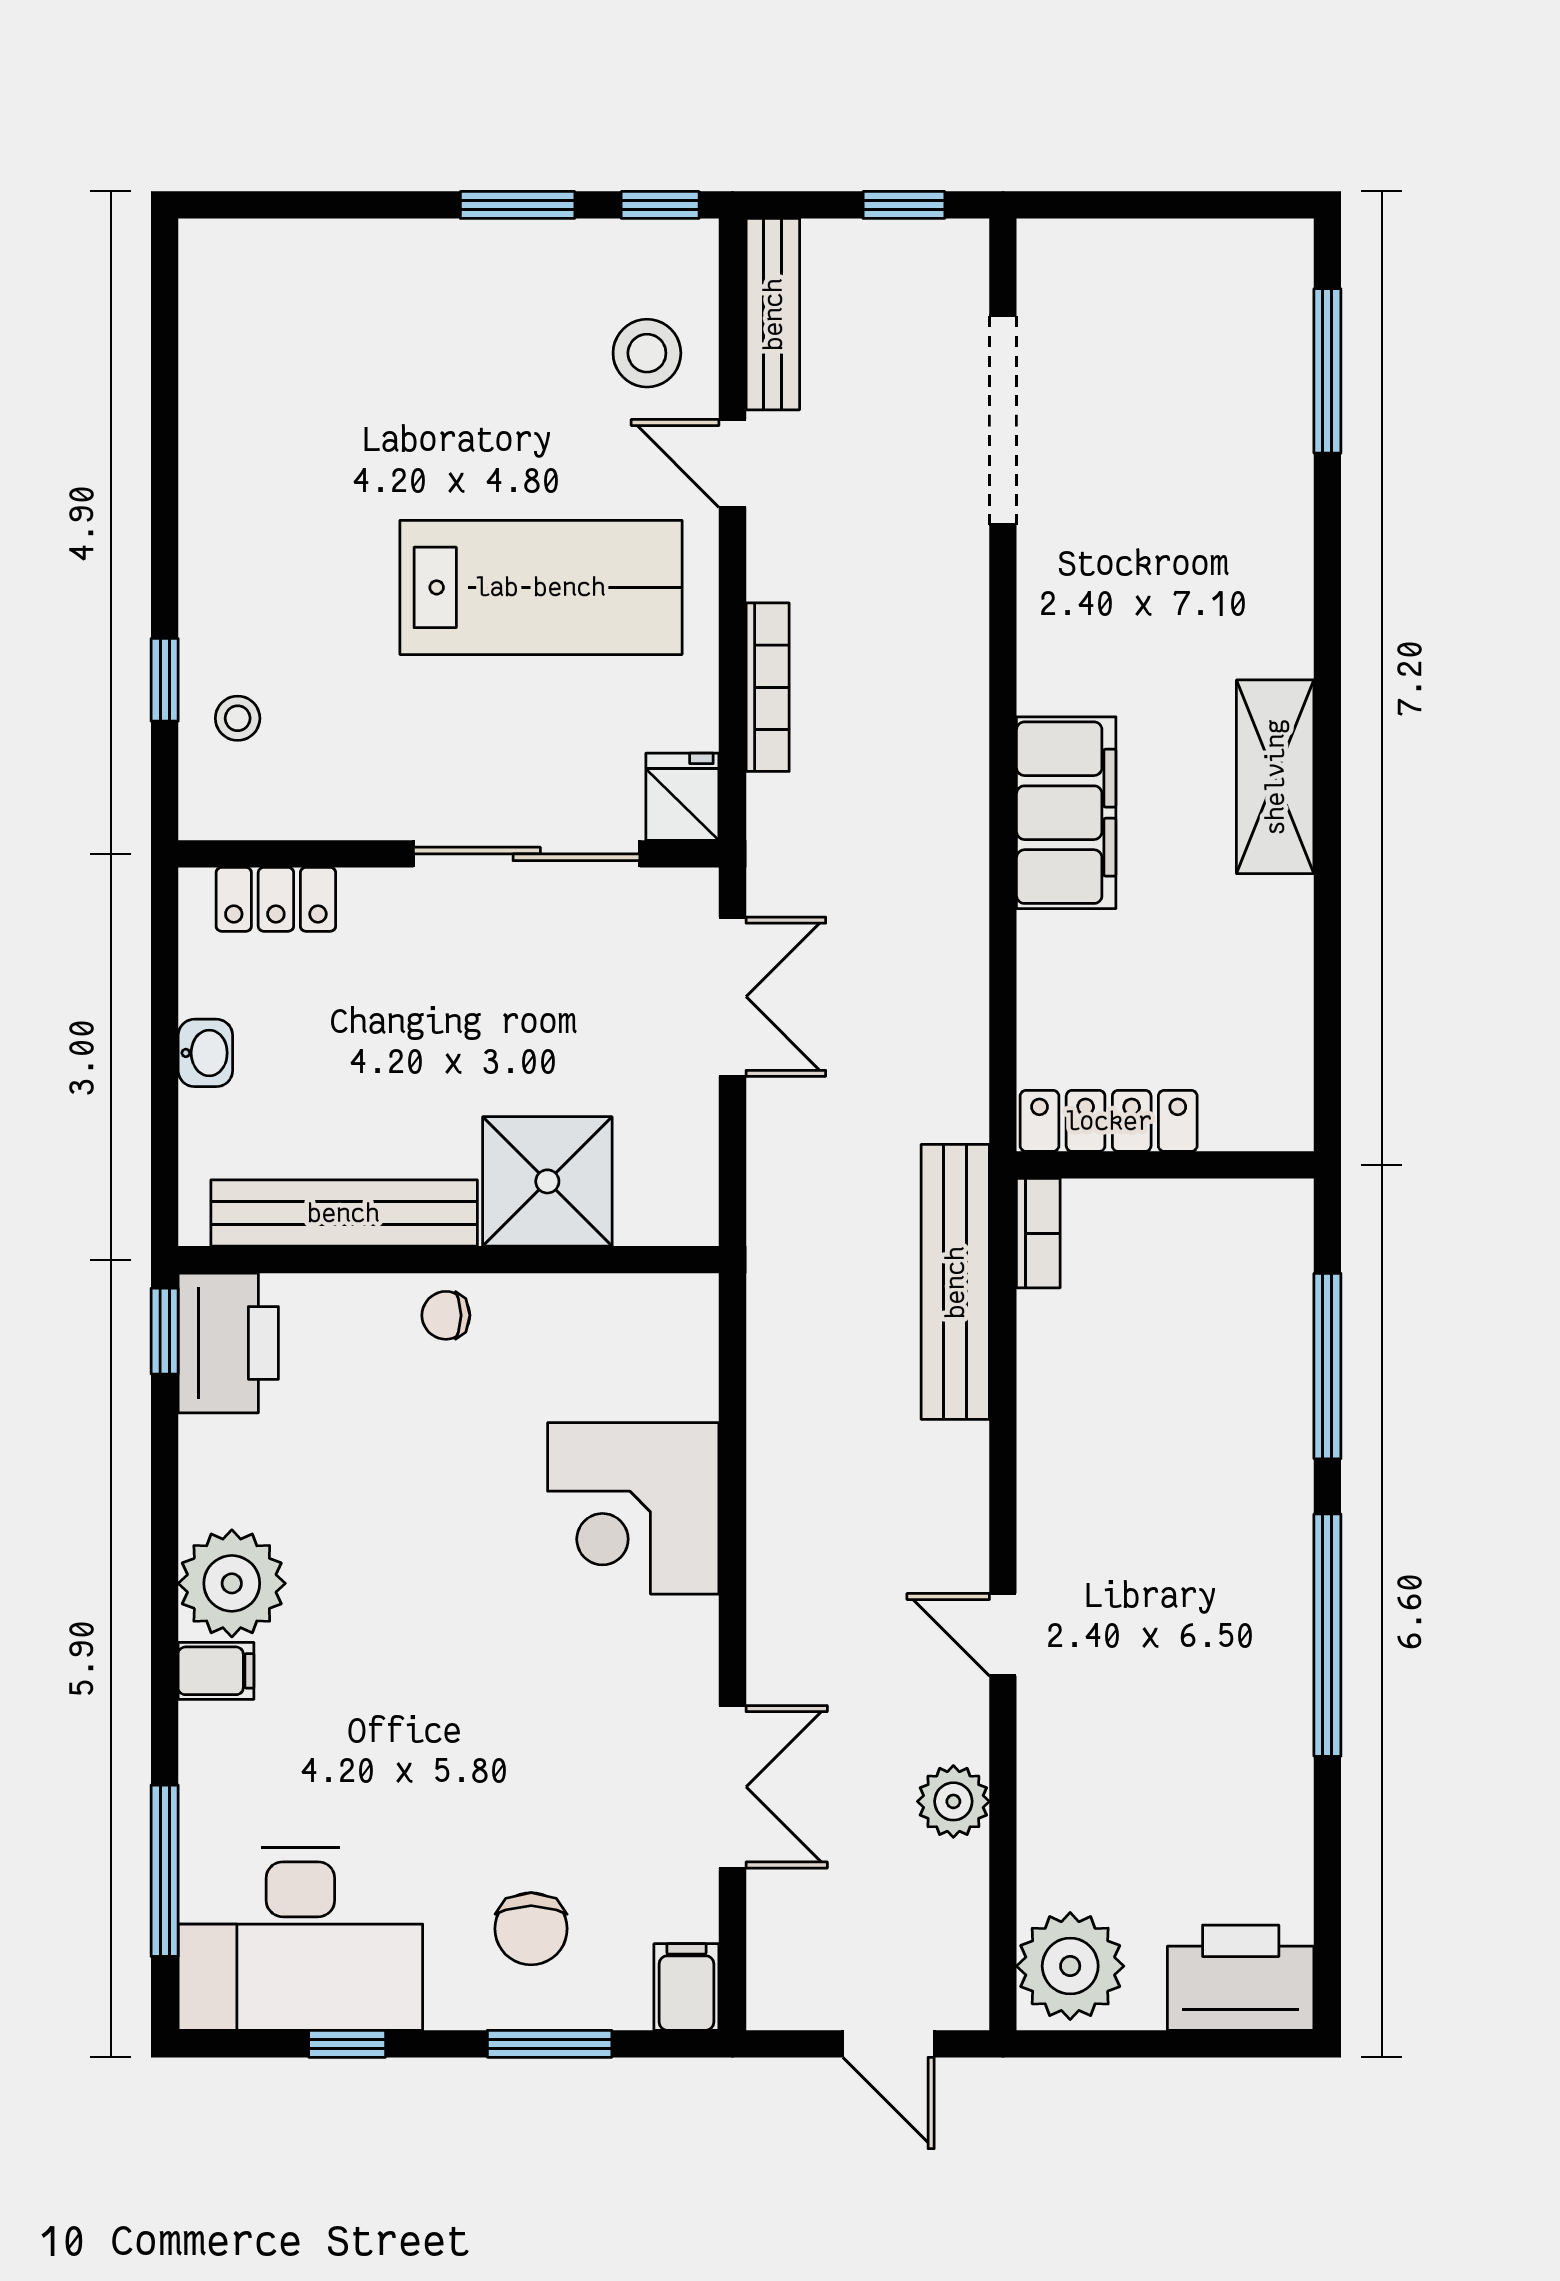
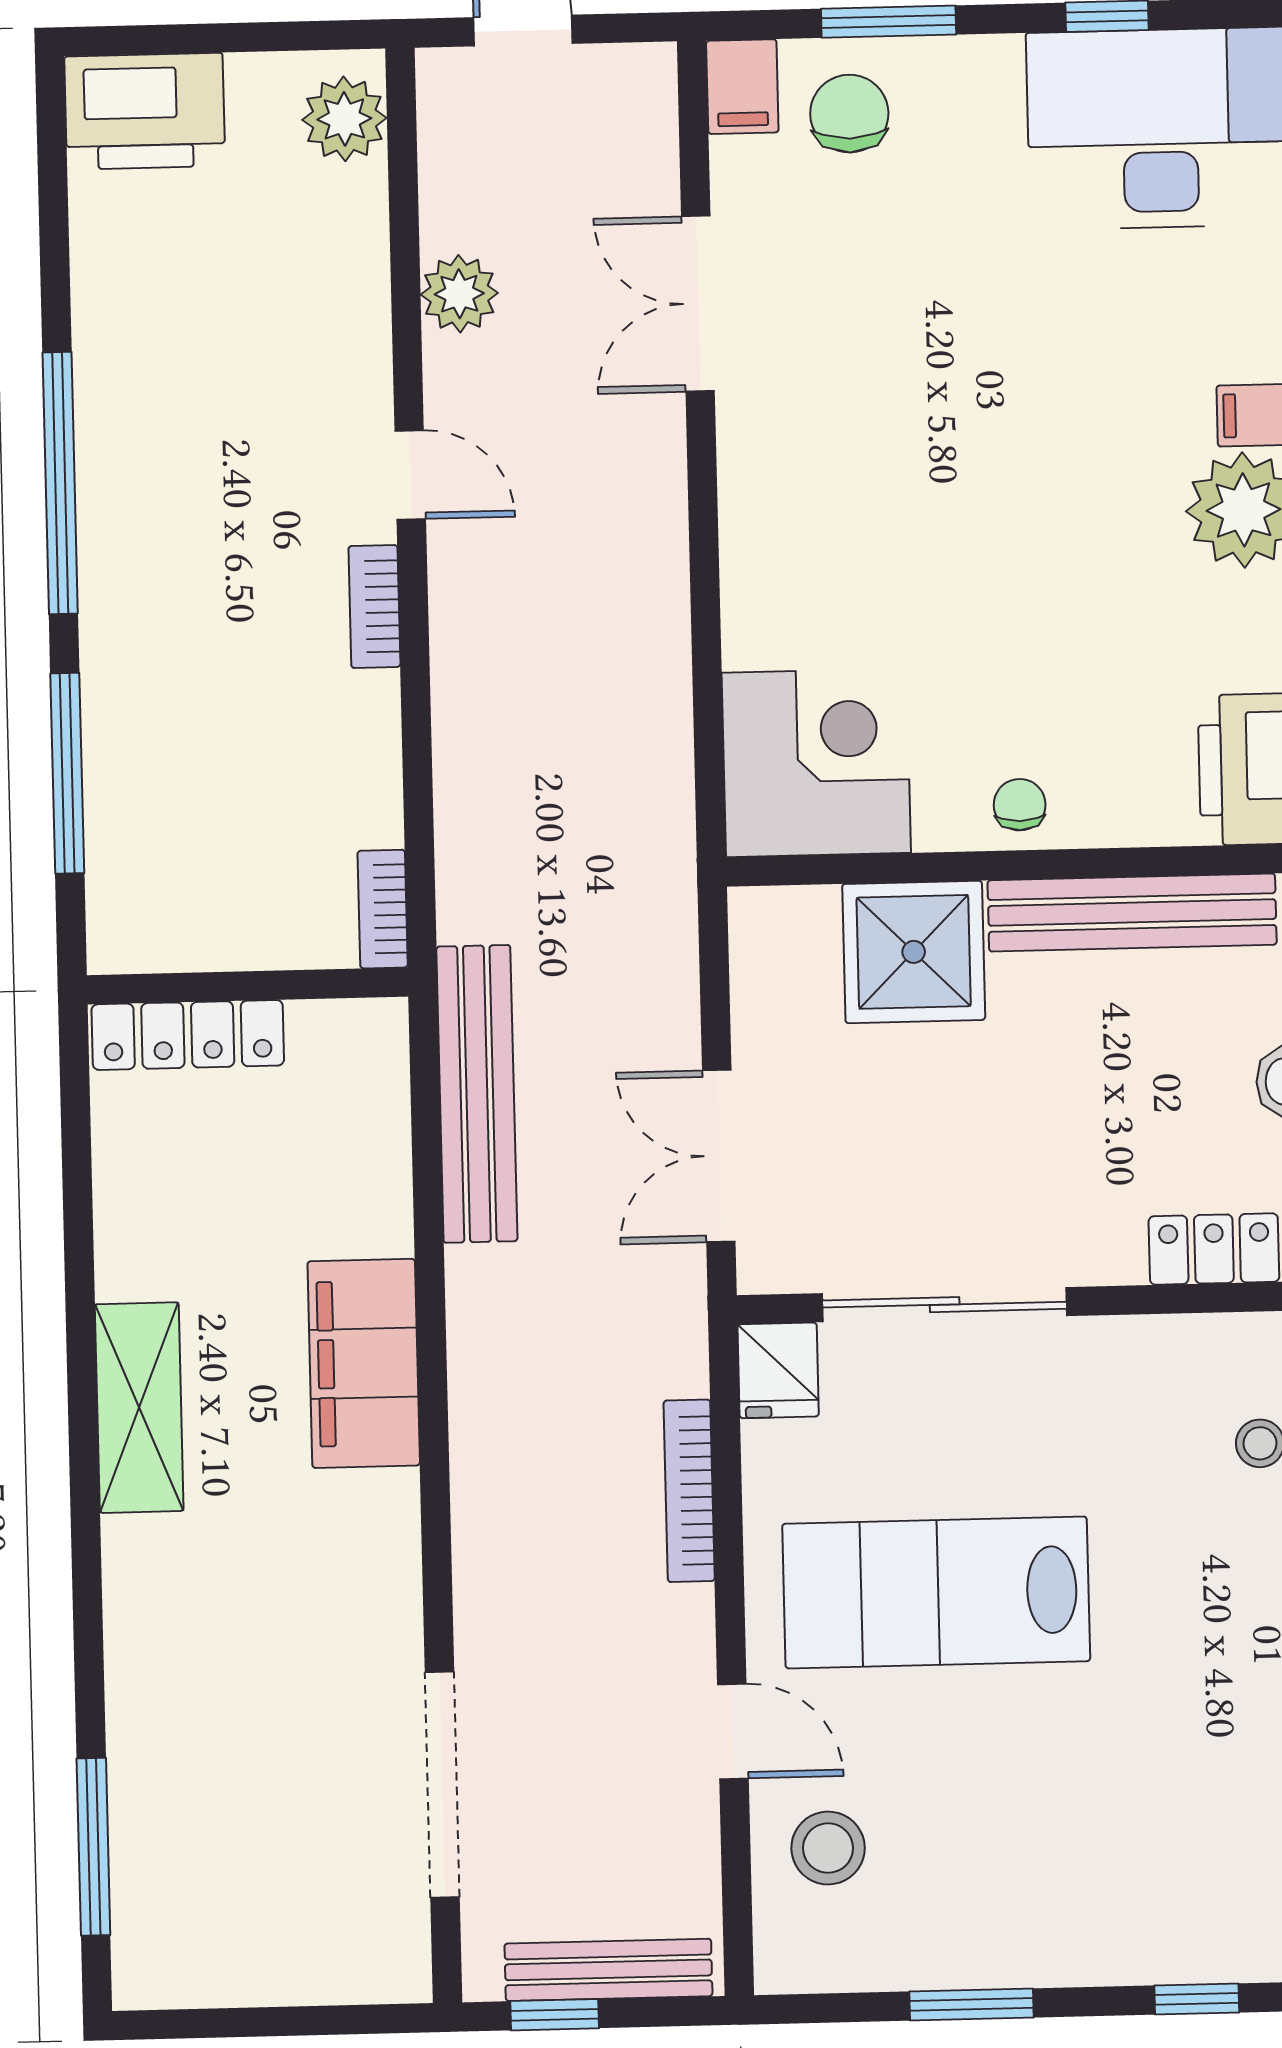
window: (660, 205) -> (1197, 1999), moved
bench: (773, 314) -> (608, 1970), moved, turned 90
locker: (1109, 1121) -> (188, 1035), moved
bench: (955, 1282) -> (477, 1094), moved
chair: (446, 1315) -> (1020, 805), turned -90
corner desk: (633, 1508) -> (816, 763), moved
bookcase: (1039, 1514) -> (374, 606), added
chair: (531, 1929) -> (849, 114), moved
plant: (1070, 1966) -> (344, 119), width x0.73, depth x0.73

